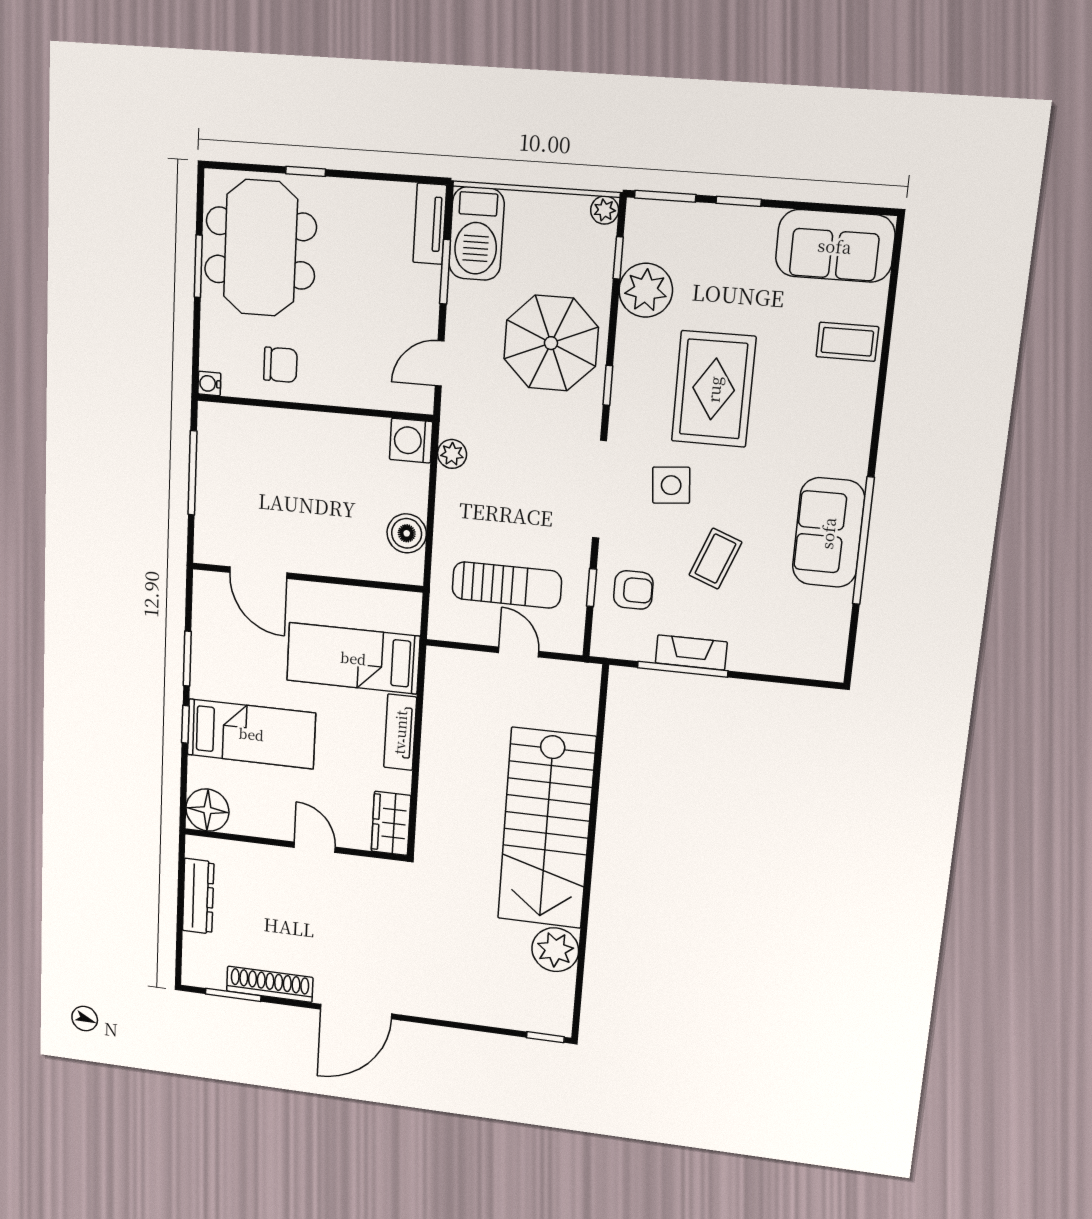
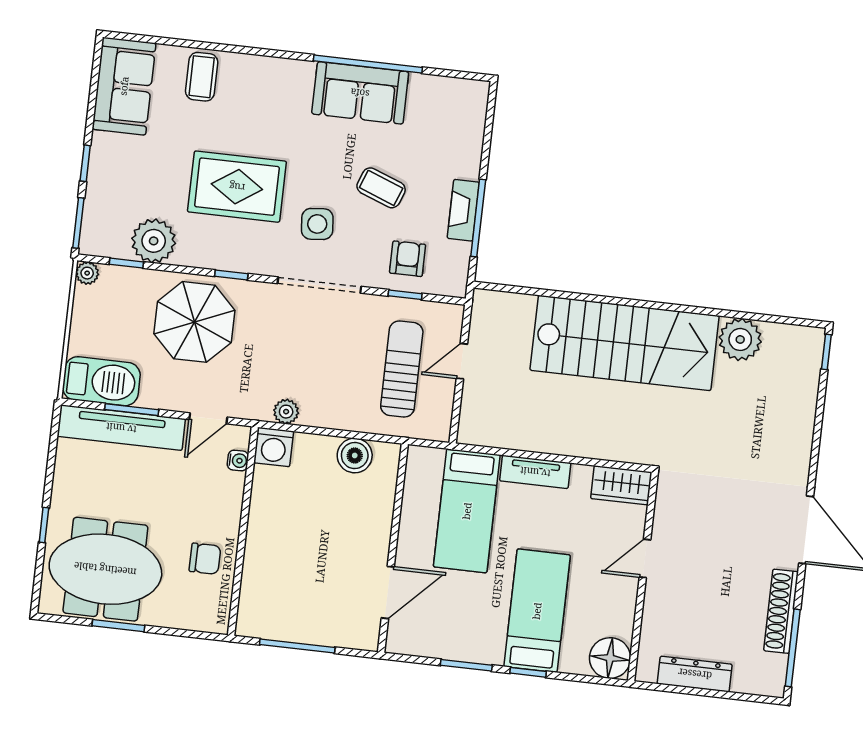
tv unit: (430, 224) -> (121, 428), width x1.92, depth x1.29
door: (440, 363) -> (208, 418), hinge flipped
chair: (280, 365) -> (205, 559), turned 90
water cooler: (209, 384) -> (238, 460), moved, turned -90
window: (233, 995) -> (793, 648), width x1.44

